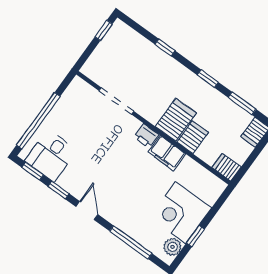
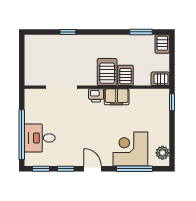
window: (104, 30) -> (22, 49), removed
window: (208, 79) -> (109, 32), removed
desk: (51, 156) -> (40, 138), moved, turned 90
corner desk: (181, 213) -> (130, 149), moved, turned 90
window: (195, 236) -> (172, 102), moved

